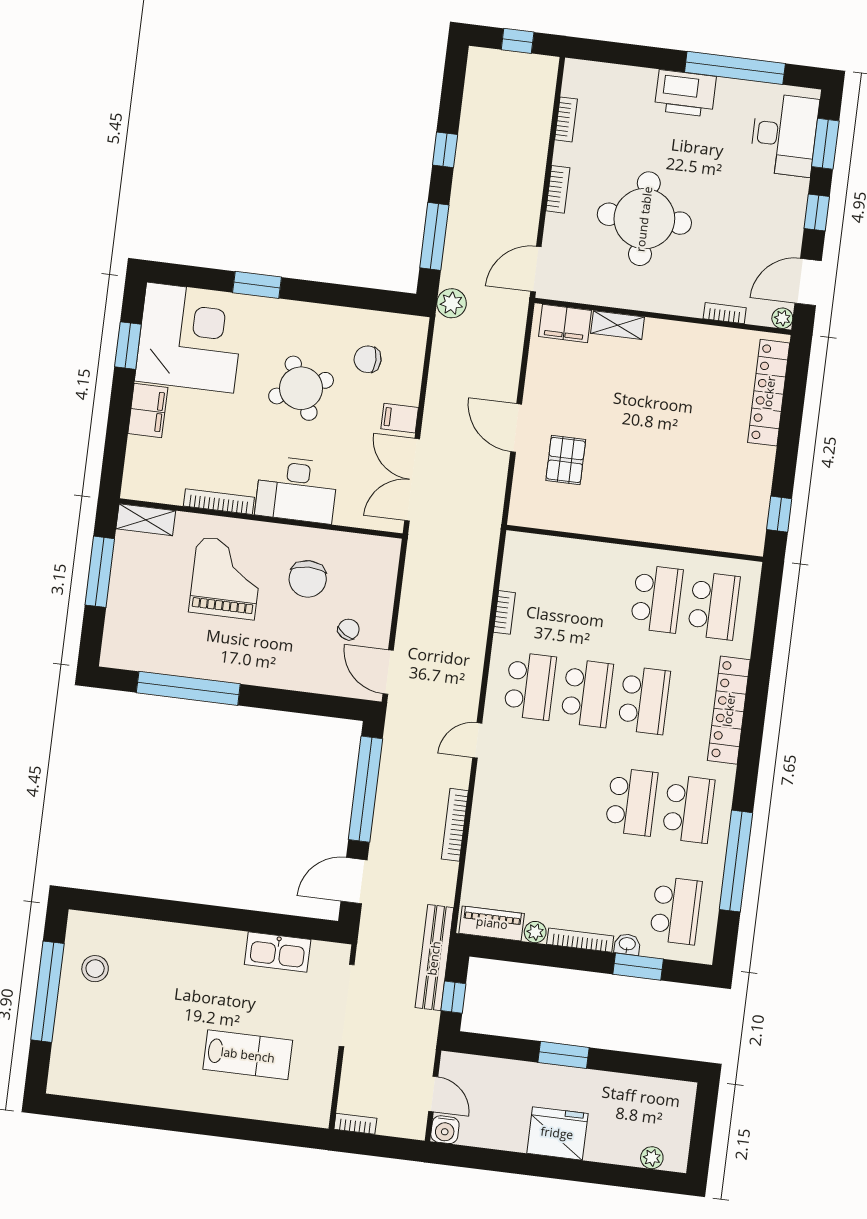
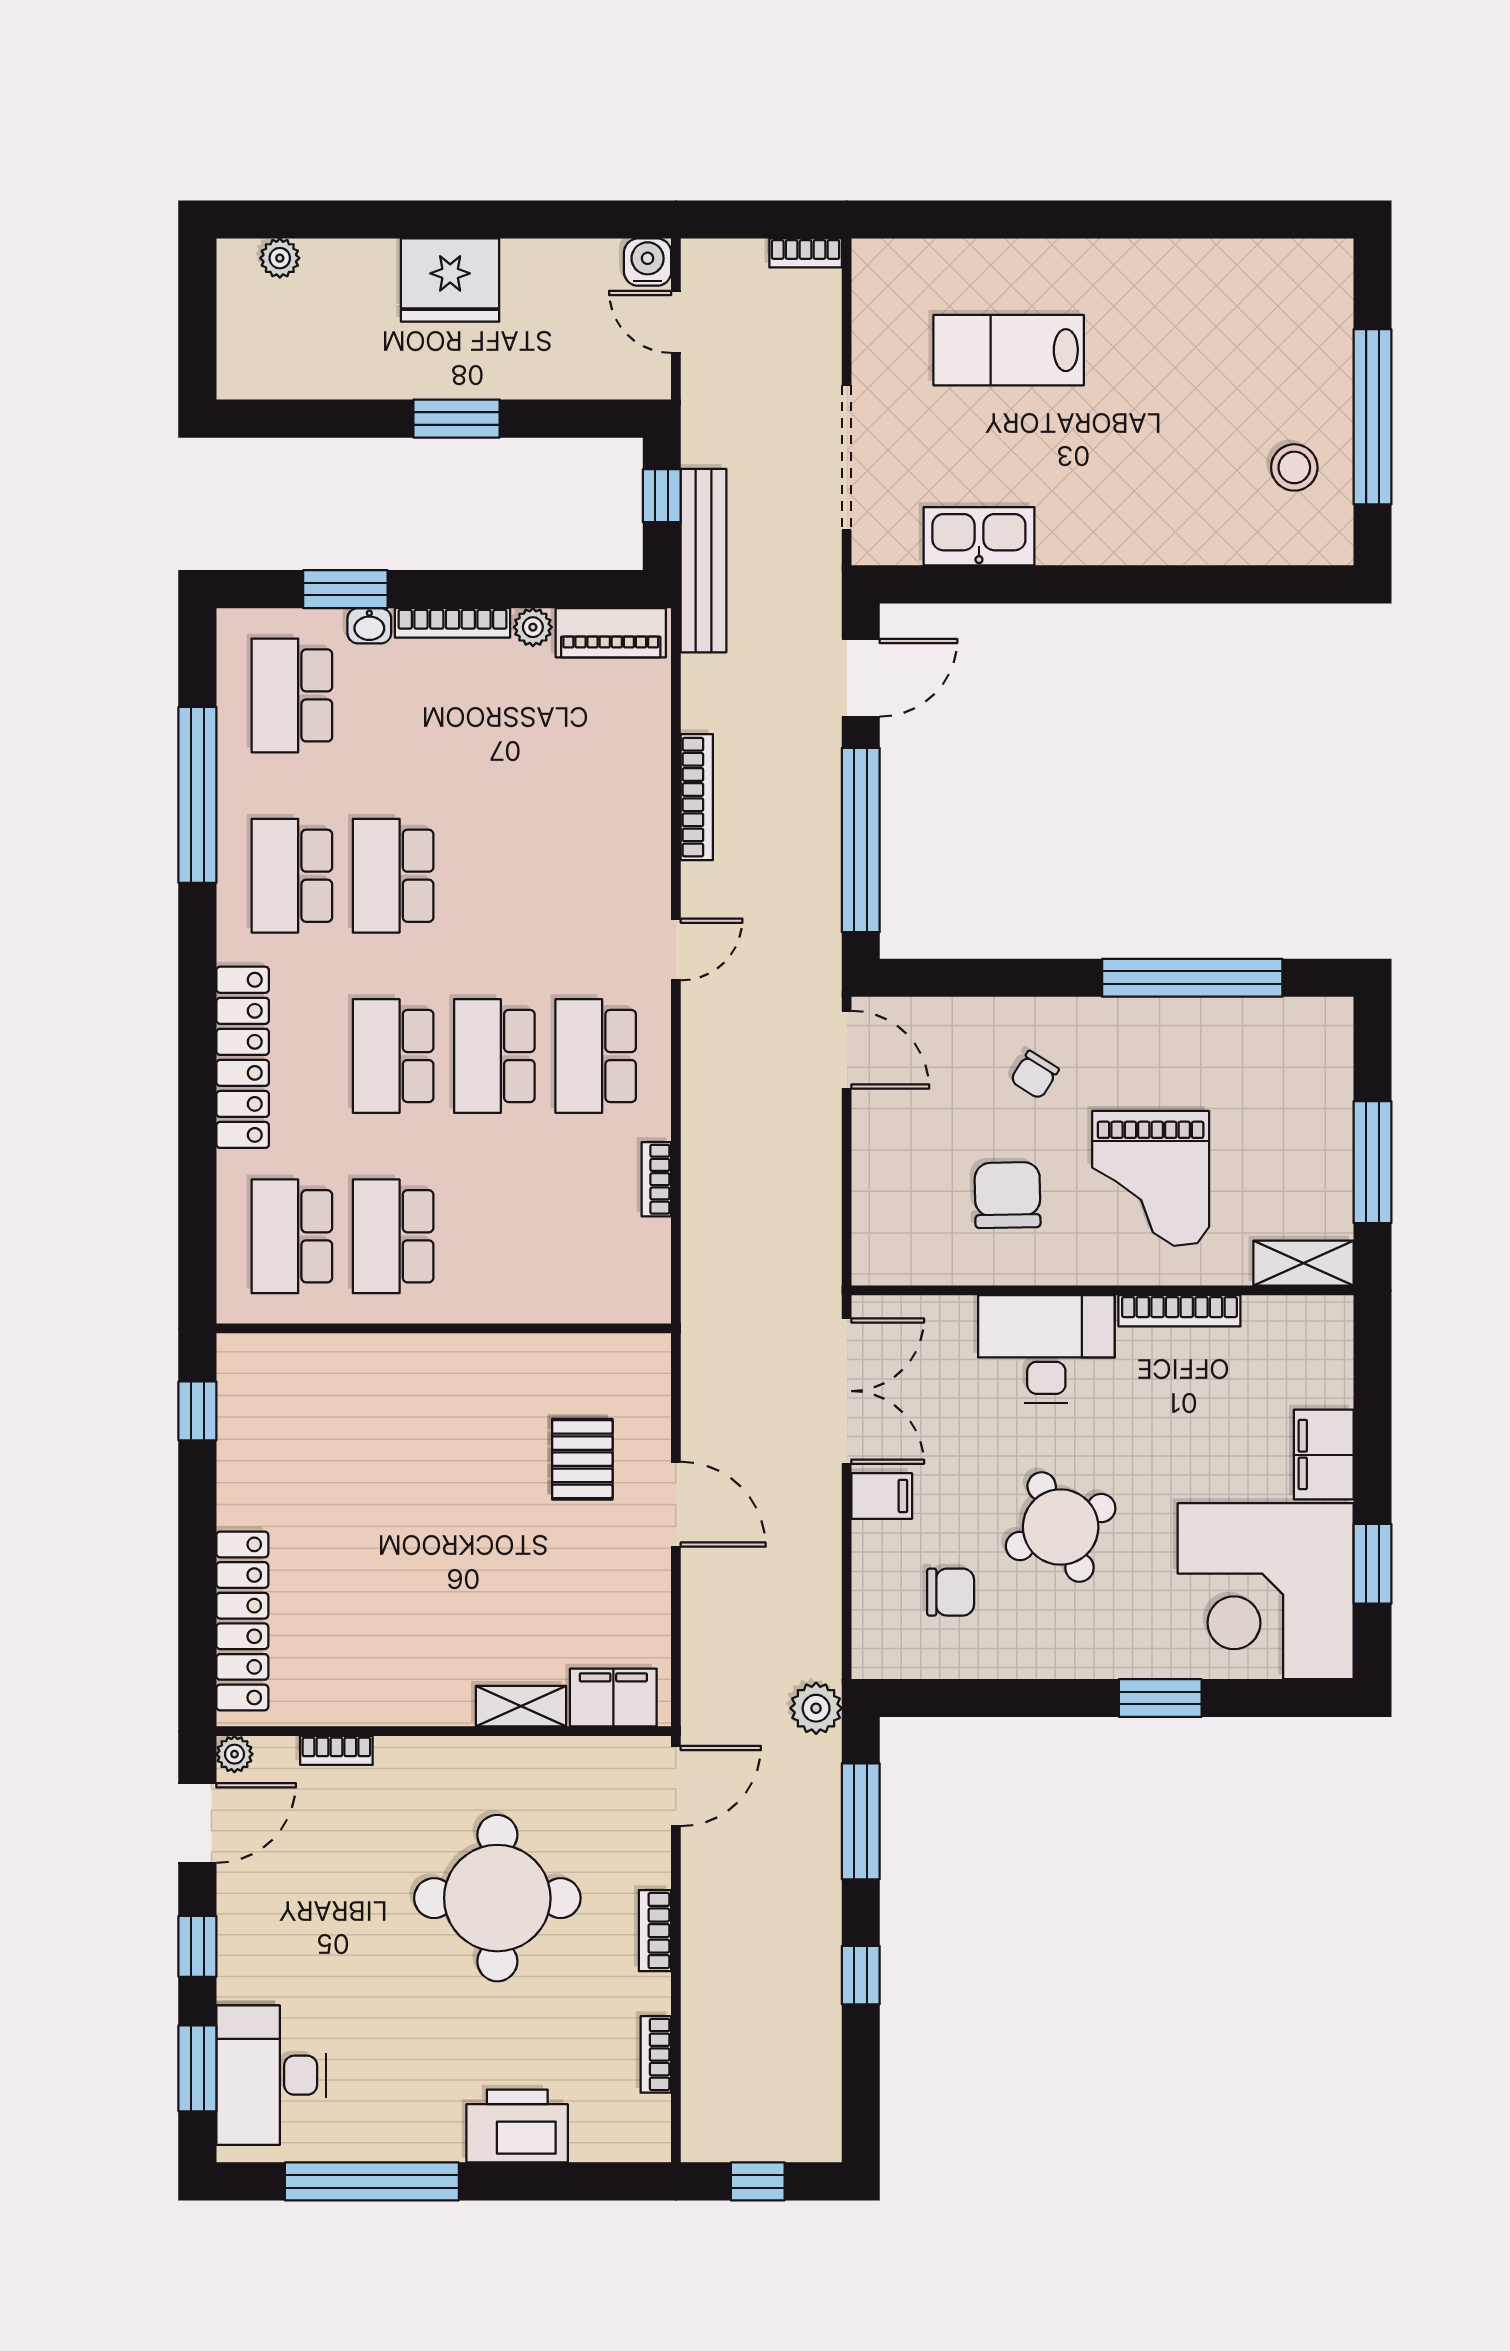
printer: (685, 93) -> (517, 2126), moved
chair: (349, 629) -> (1035, 1075), moved

